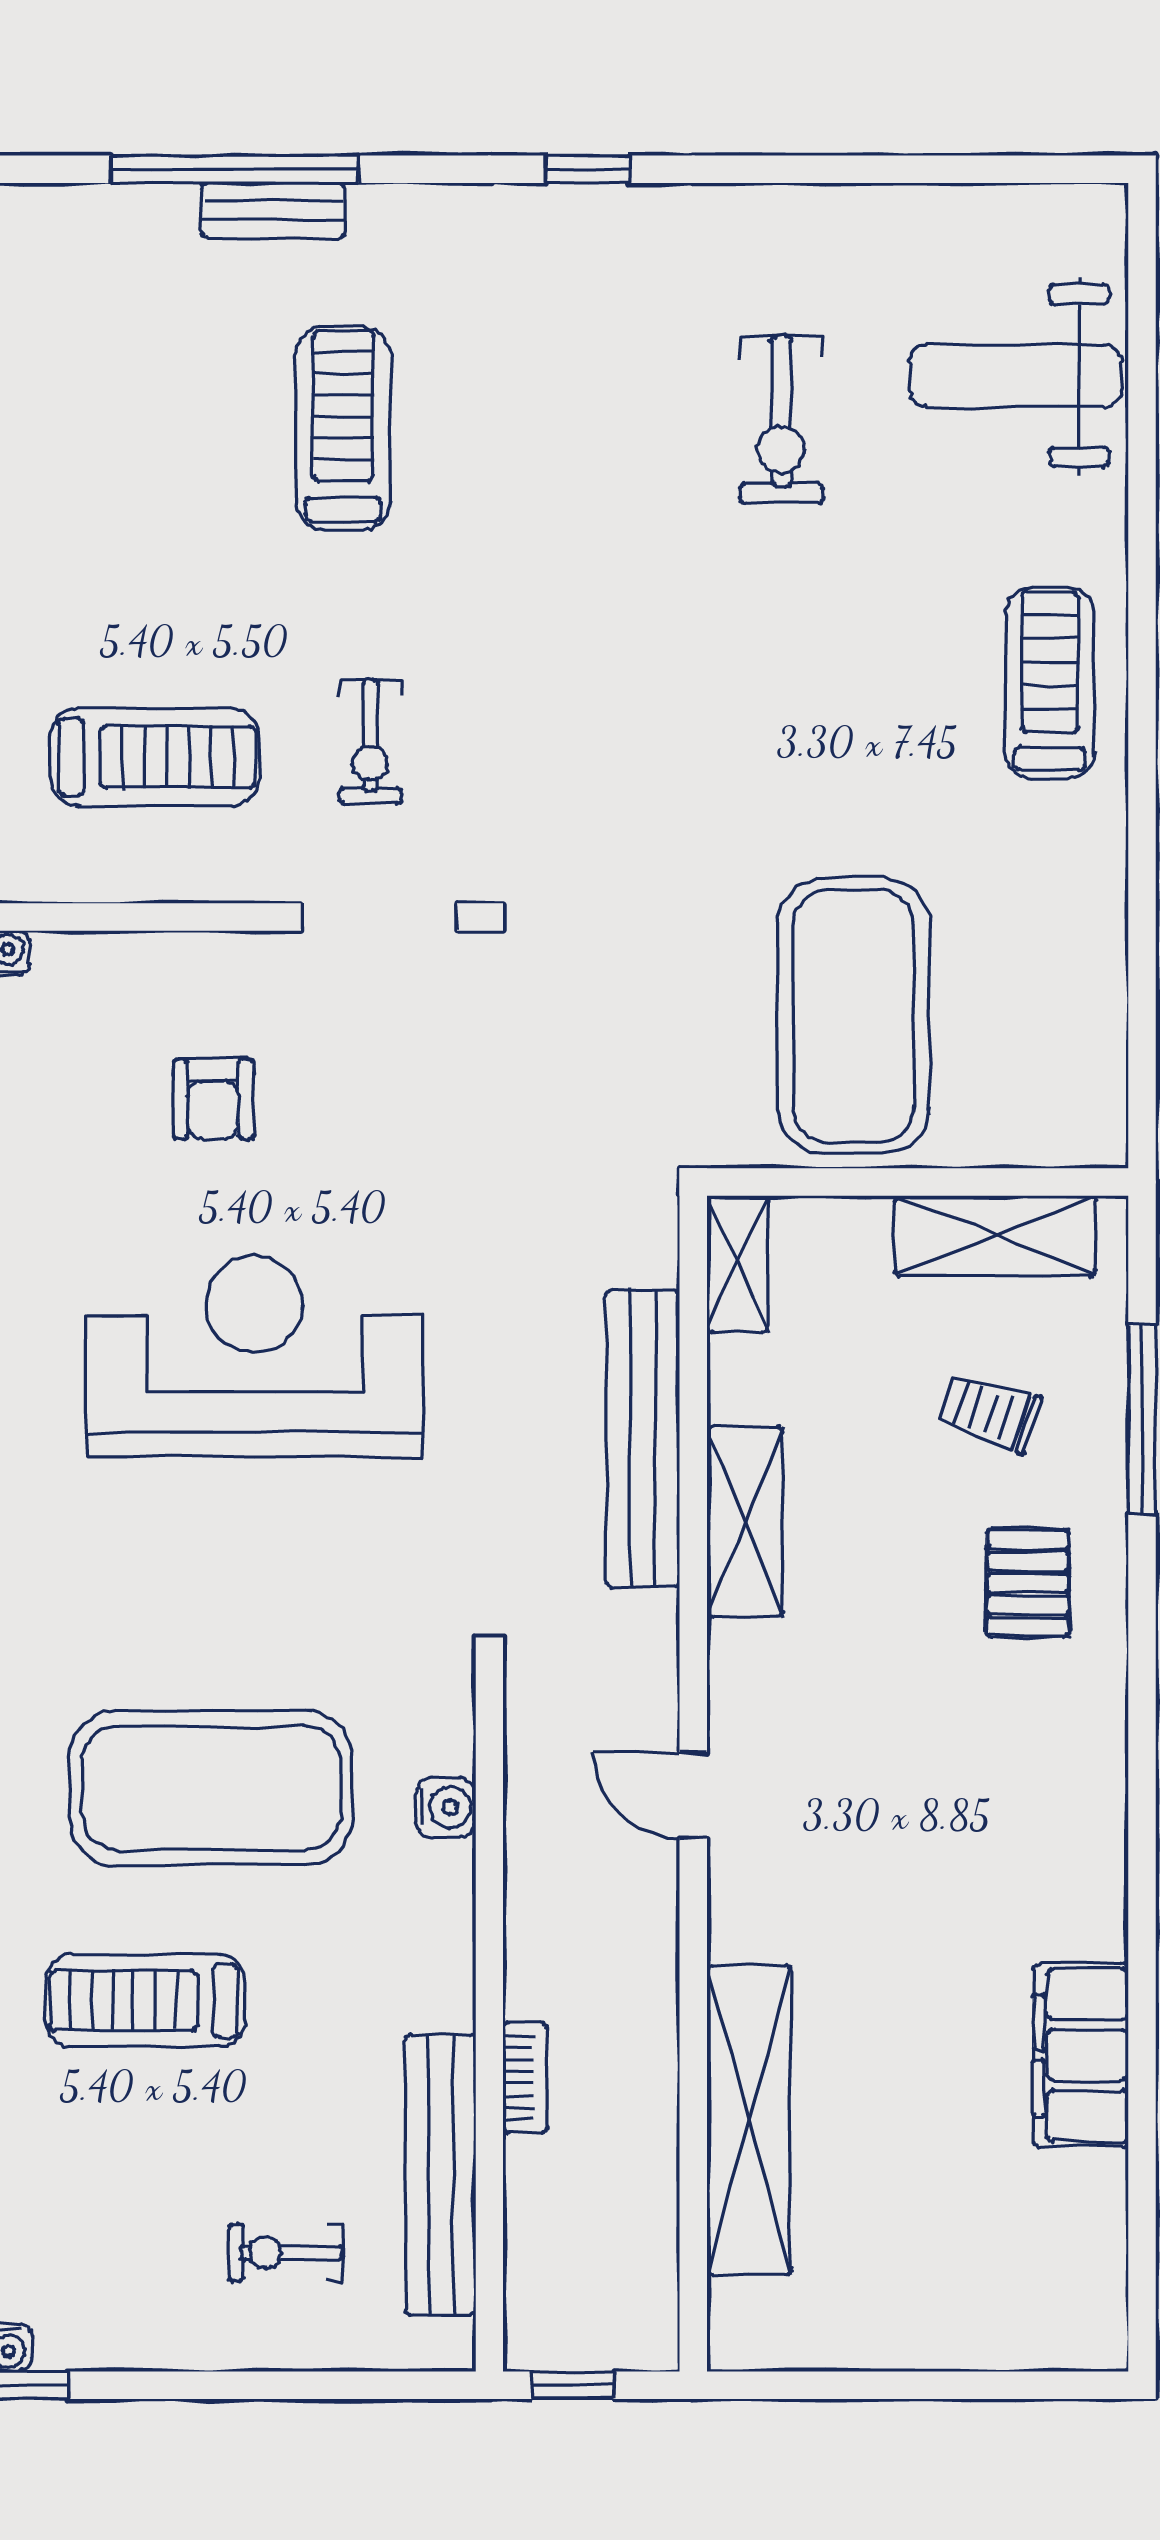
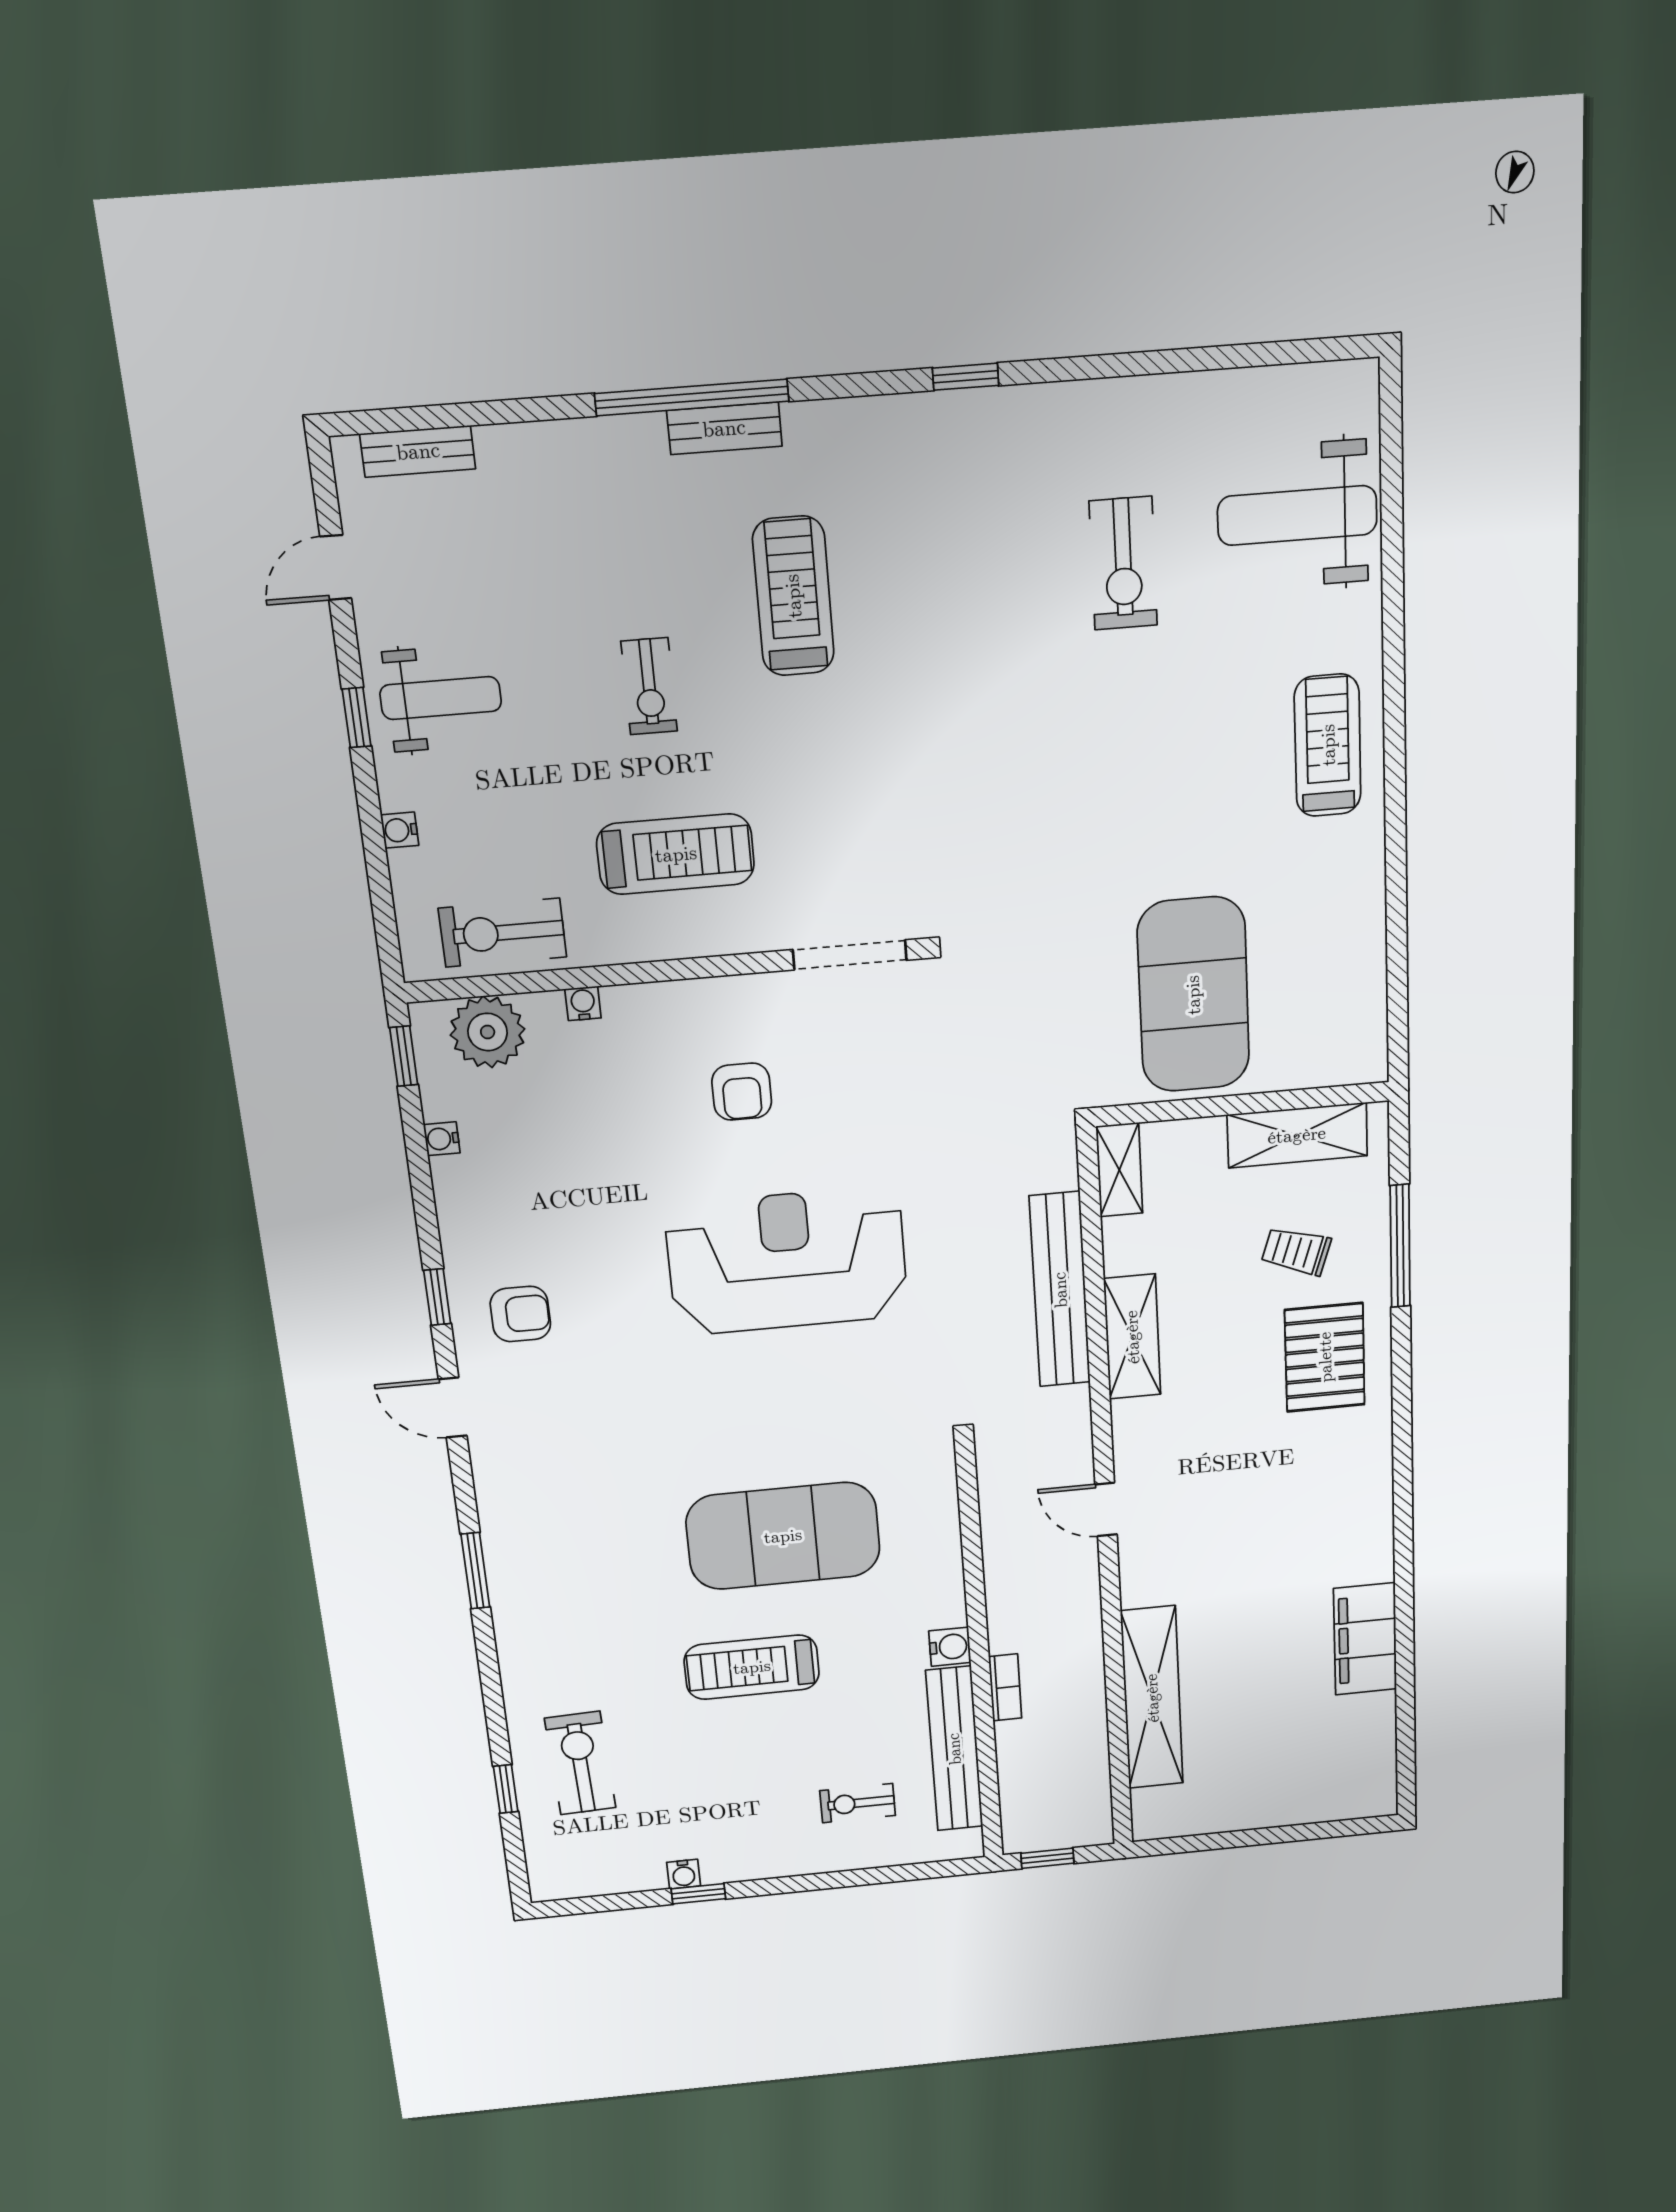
exercise bike: (370, 741) -> (649, 686), moved
pallet: (1028, 1583) -> (1325, 1357), width x1.50, depth x1.42
water cooler: (446, 1807) -> (950, 1647), moved

